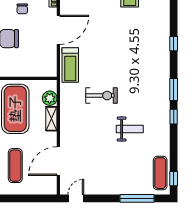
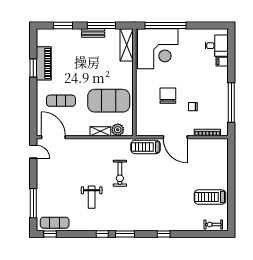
door: (58, 161) -> (53, 137), moved

